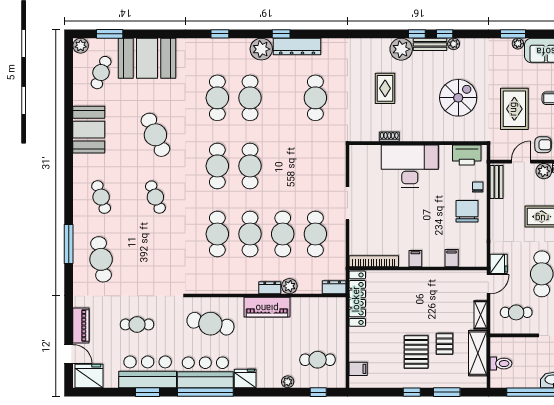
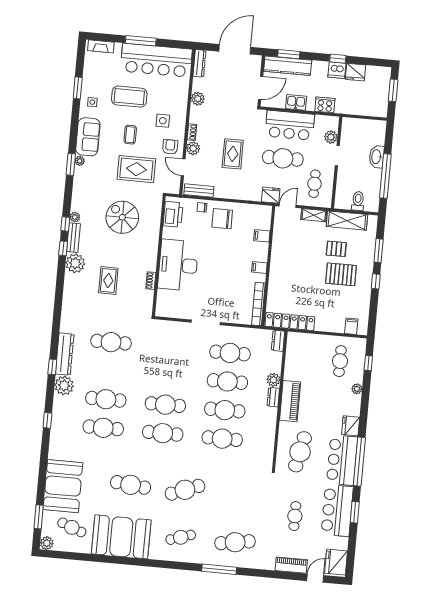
rug: (385, 88) -> (108, 280), turned 90
booth: (89, 130) -> (121, 537), width x1.36, depth x1.42
cafe table: (155, 135) -> (131, 485), turned 30
cafe table: (155, 197) -> (185, 490), width x1.37, depth x1.35
door: (488, 284) -> (288, 206), hinge flipped

